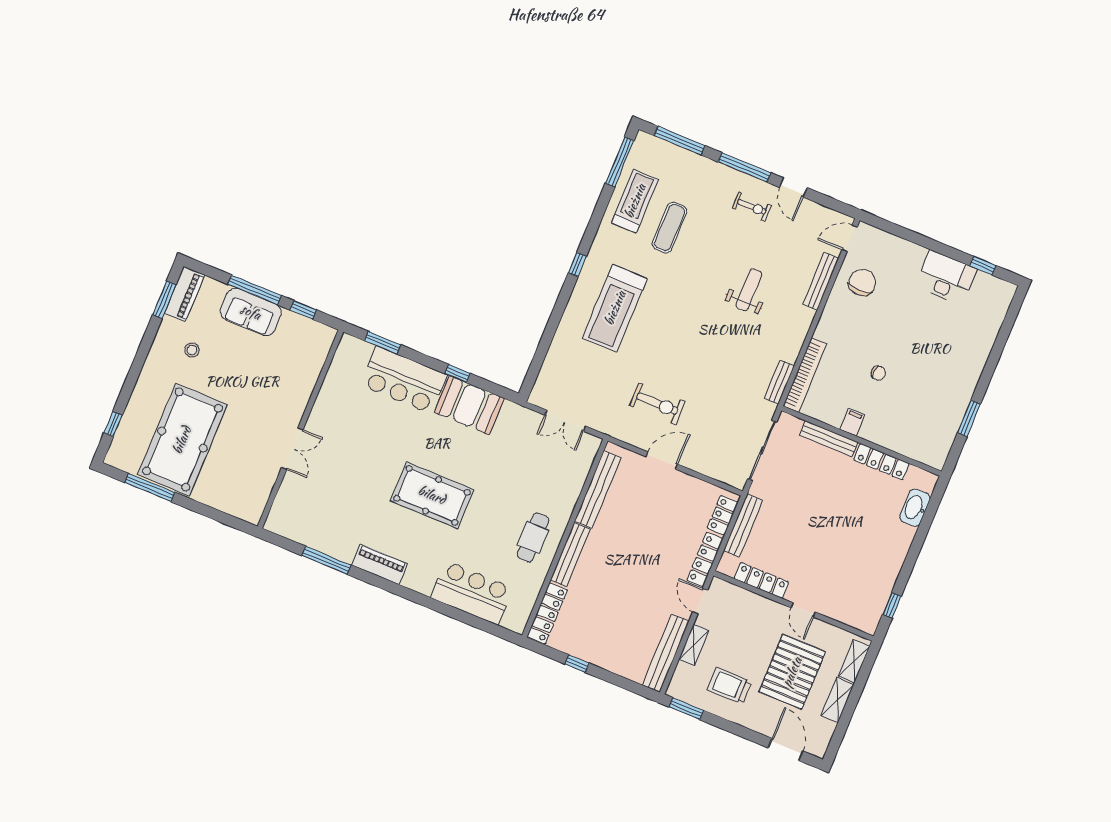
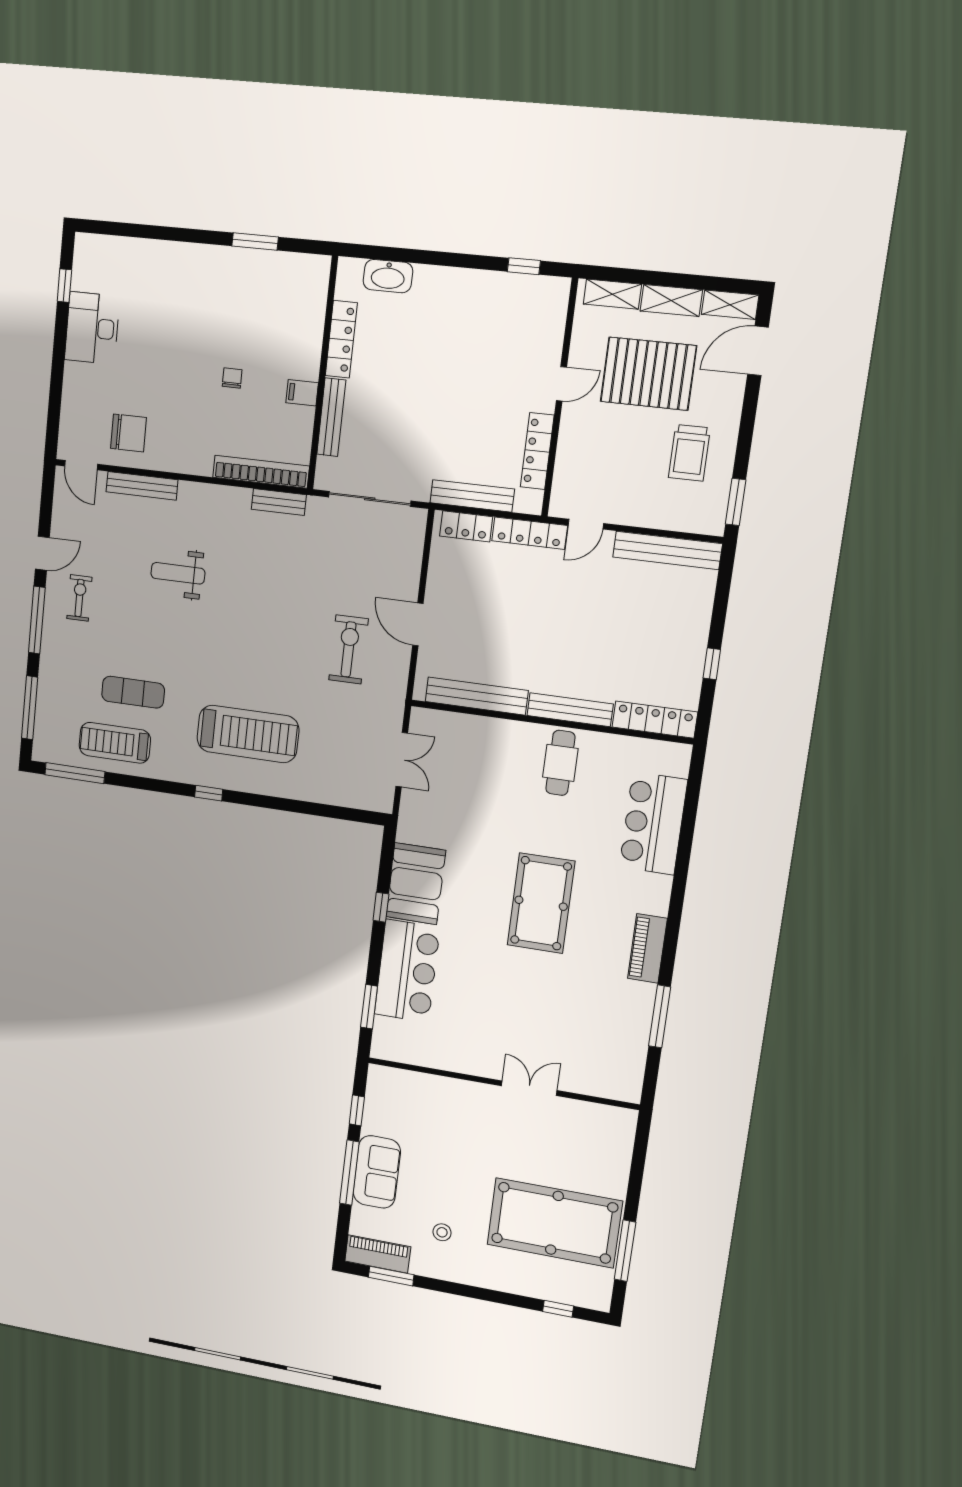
chair: (862, 282) -> (128, 433), turned 180
cafe table: (533, 537) -> (560, 763), turned 90
shelving: (694, 645) -> (730, 305), moved

